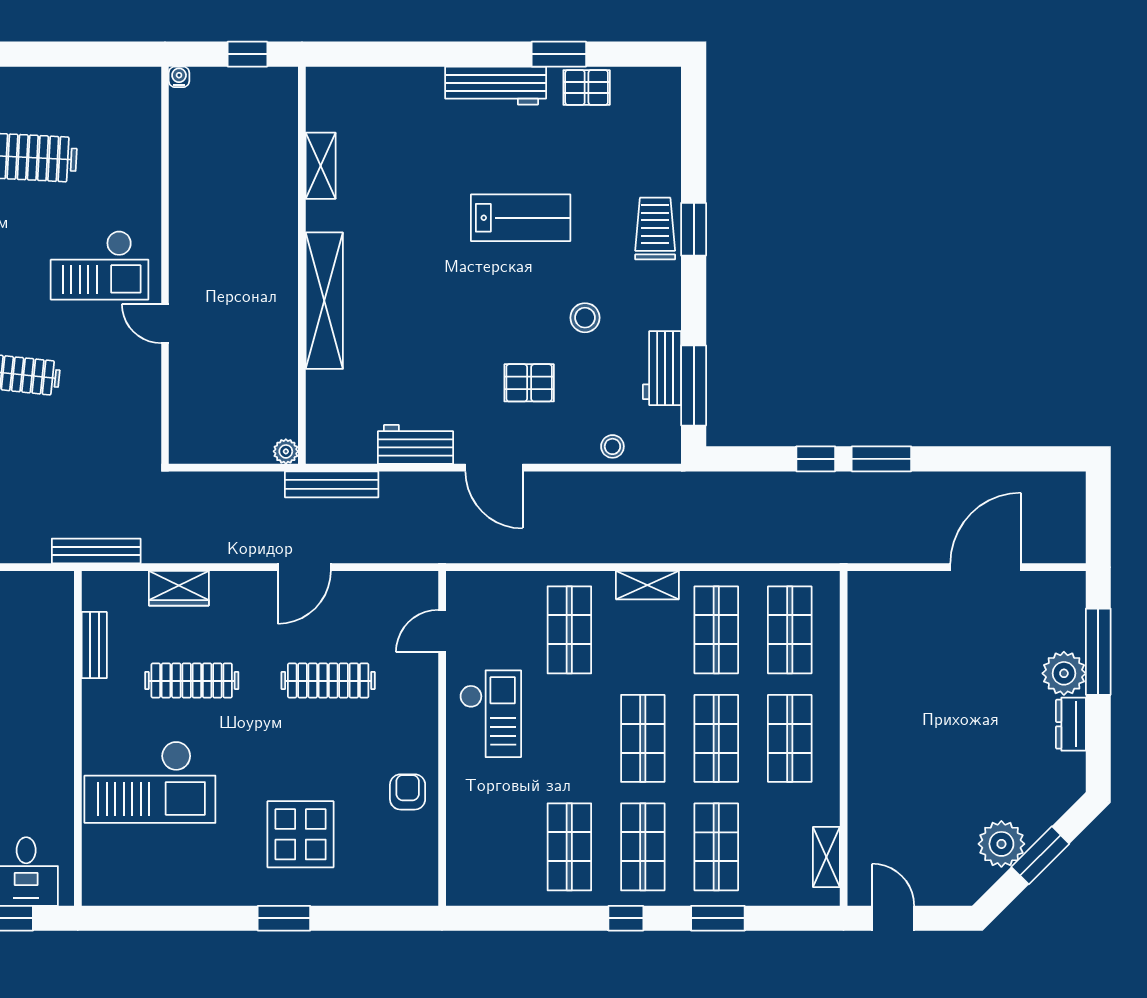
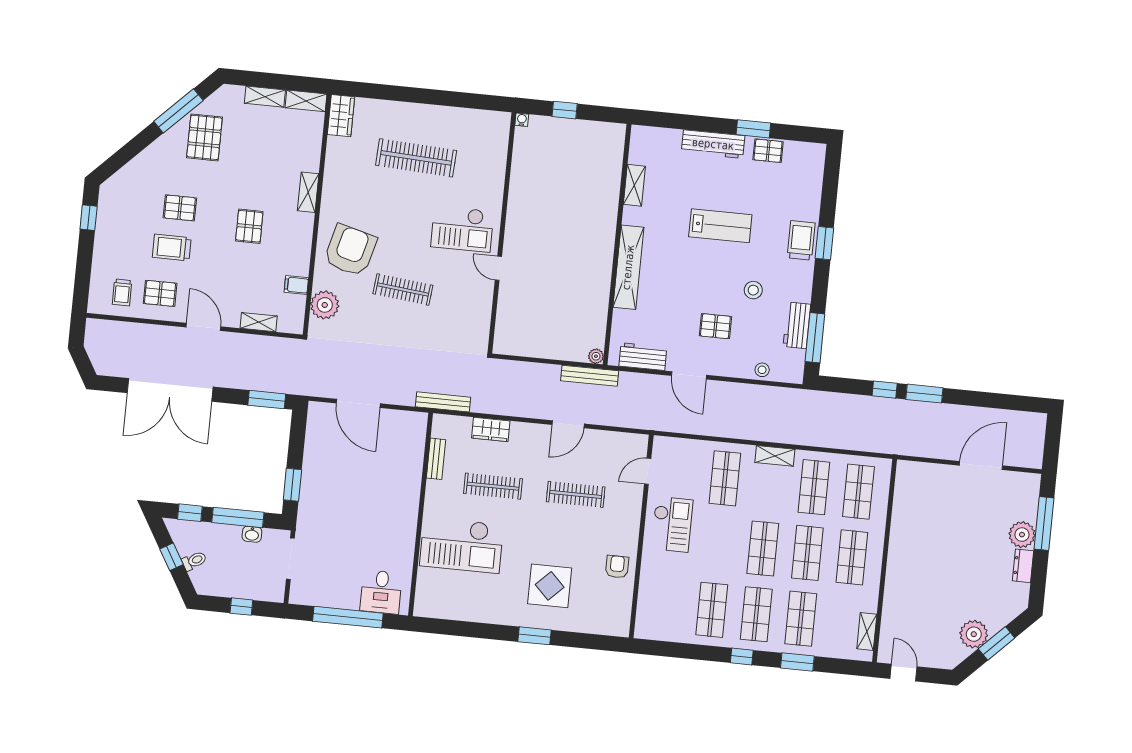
shelving: (321, 166) -> (634, 185), moved
wall: (302, 265) -> (617, 244), moved
shelving: (324, 301) -> (628, 267), moved
plant: (286, 451) -> (596, 356), moved

